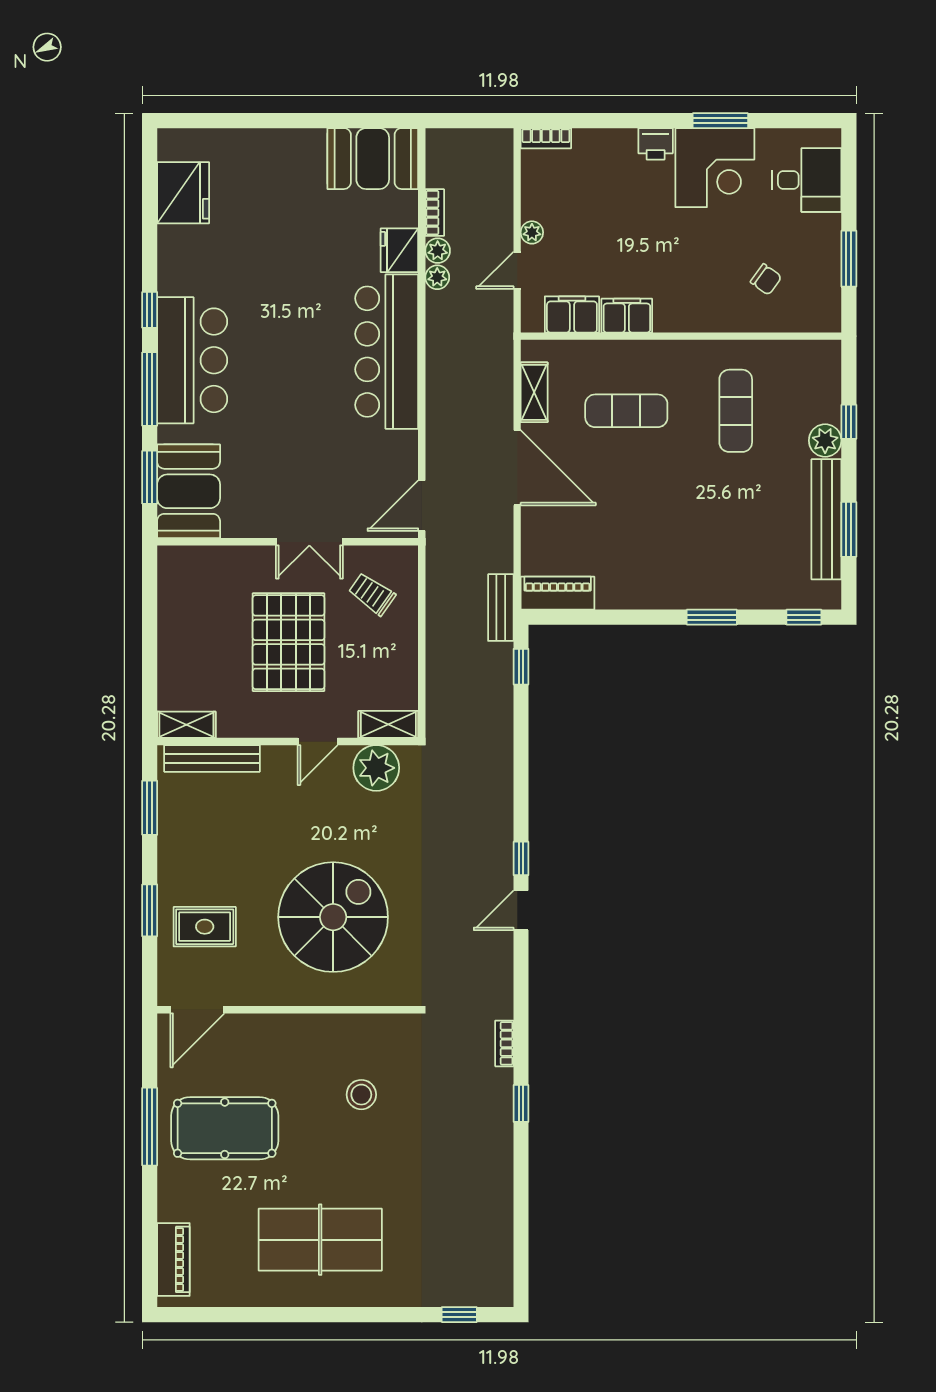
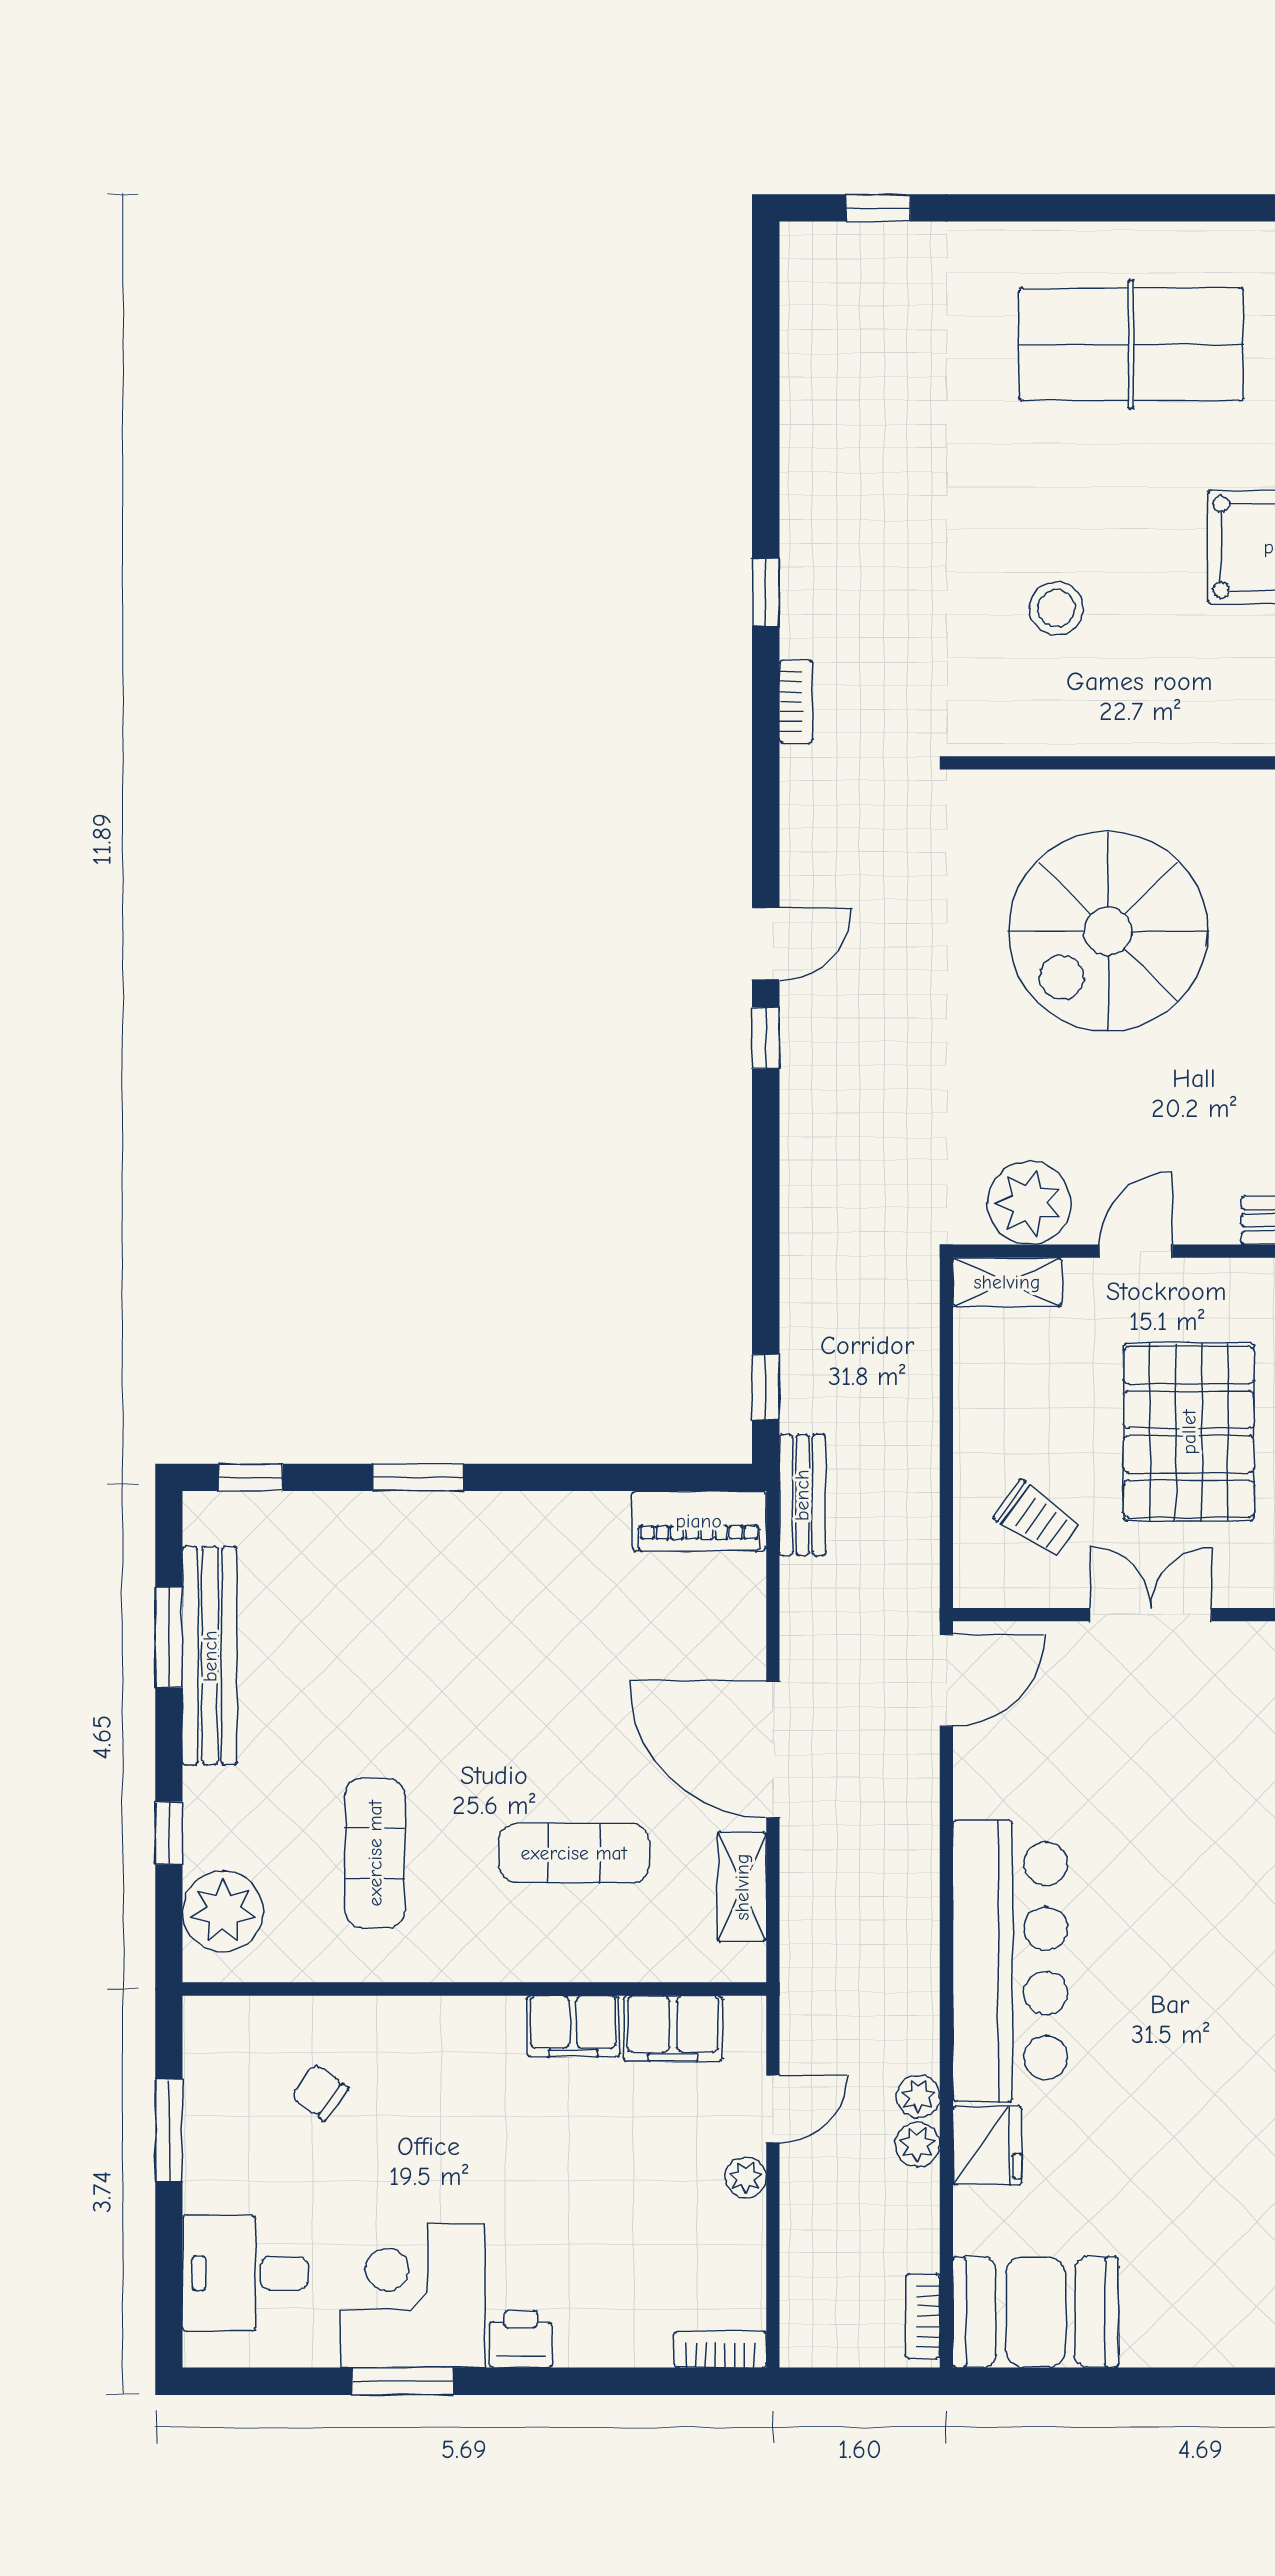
bookcase: (435, 213) -> (923, 2316), moved
plant: (825, 440) -> (223, 1911), moved, width x1.36, depth x1.36

